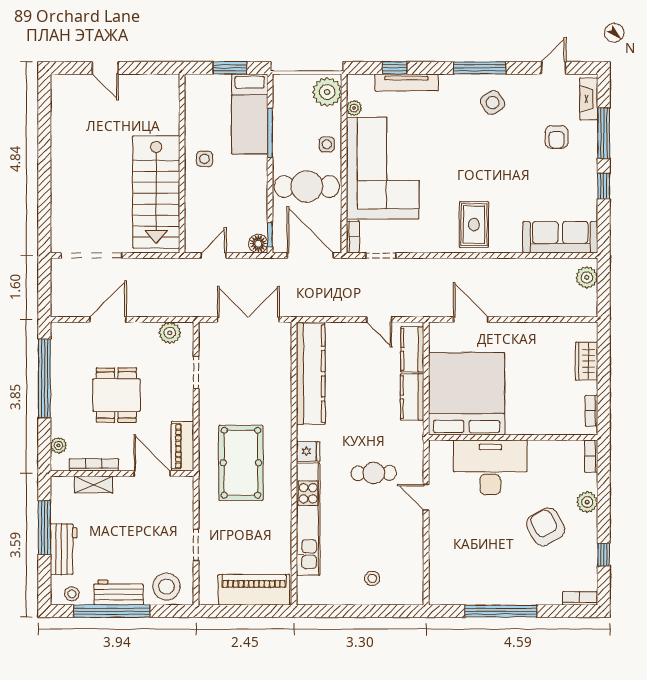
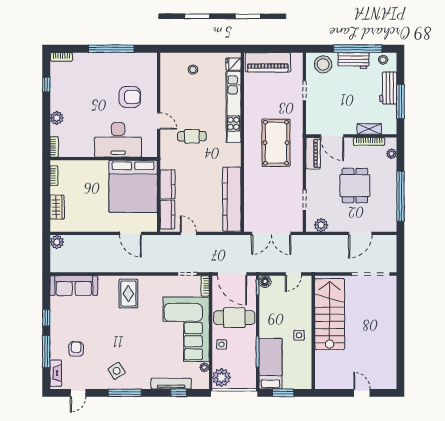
plant: (587, 277) -> (57, 242), moved
fridge: (308, 451) -> (233, 64), moved
armchair: (546, 527) -> (130, 97), moved, turned -61

